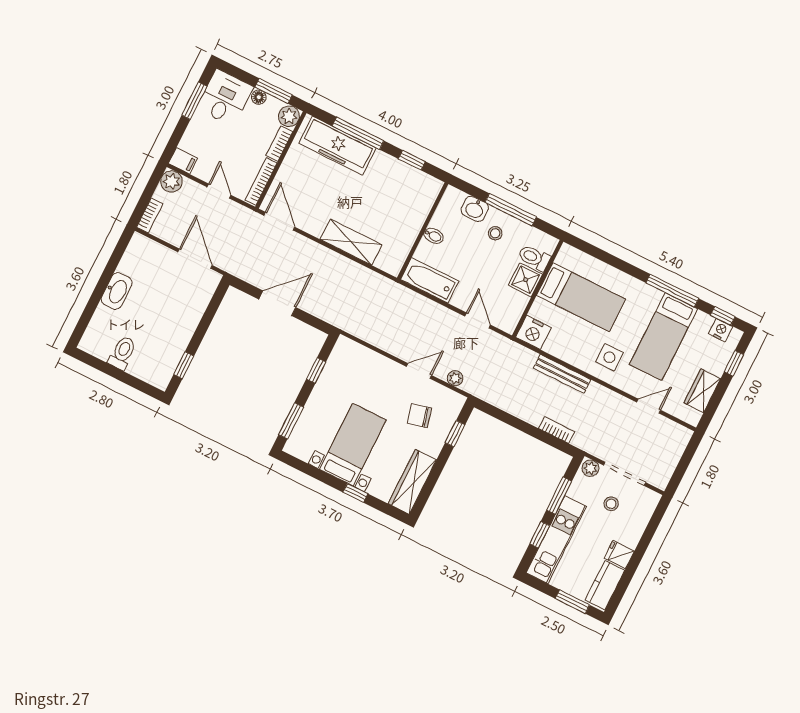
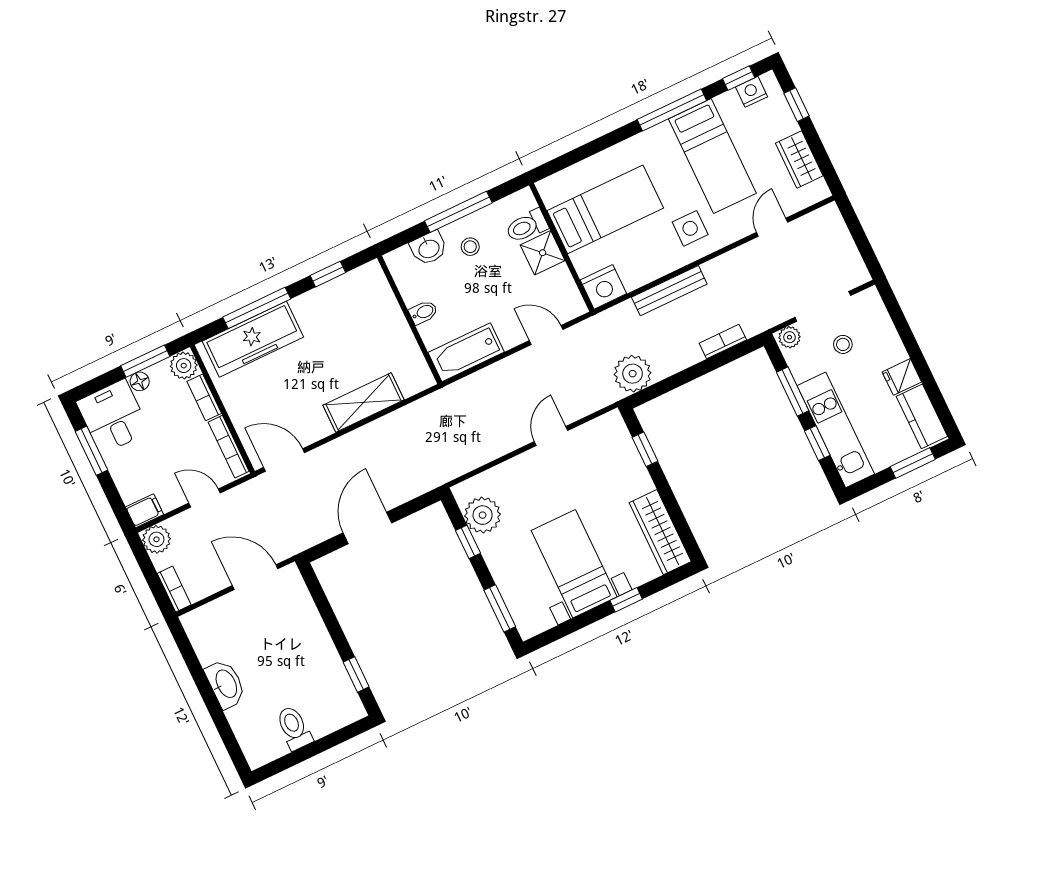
plant: (339, 367) -> (483, 515), added
plant: (455, 378) -> (633, 374), moved, width x1.88, depth x1.88
chair: (419, 416) -> (598, 472), removed

